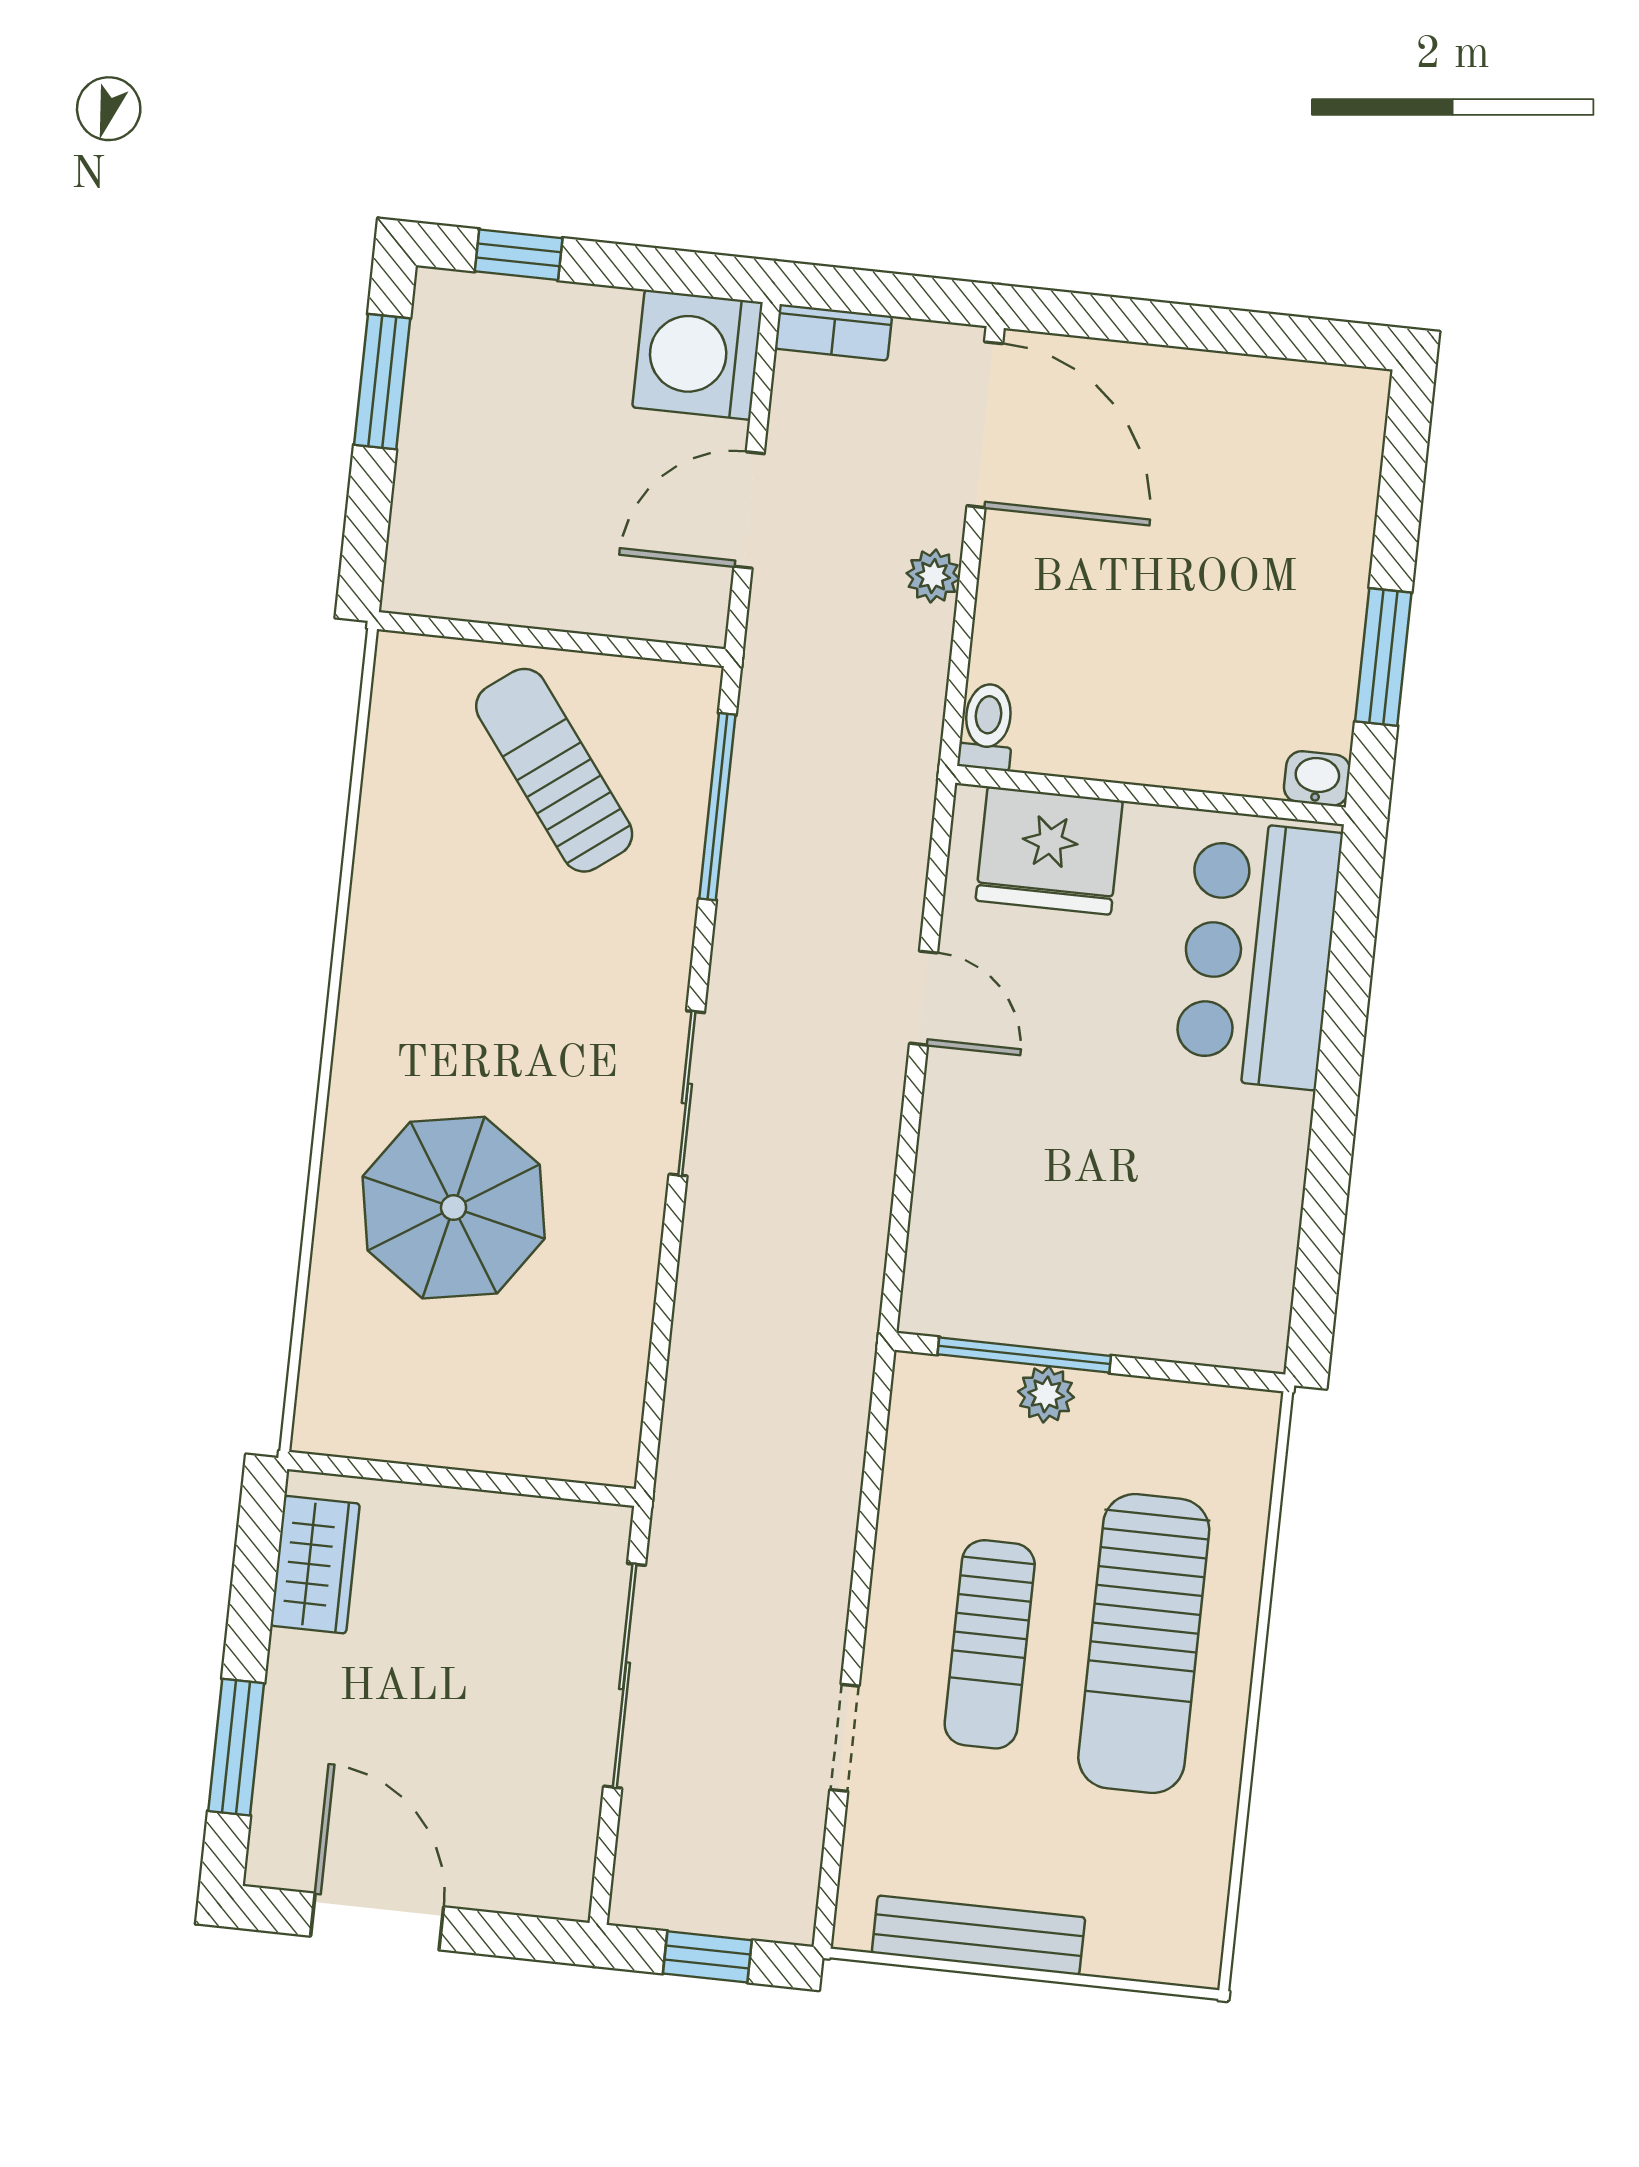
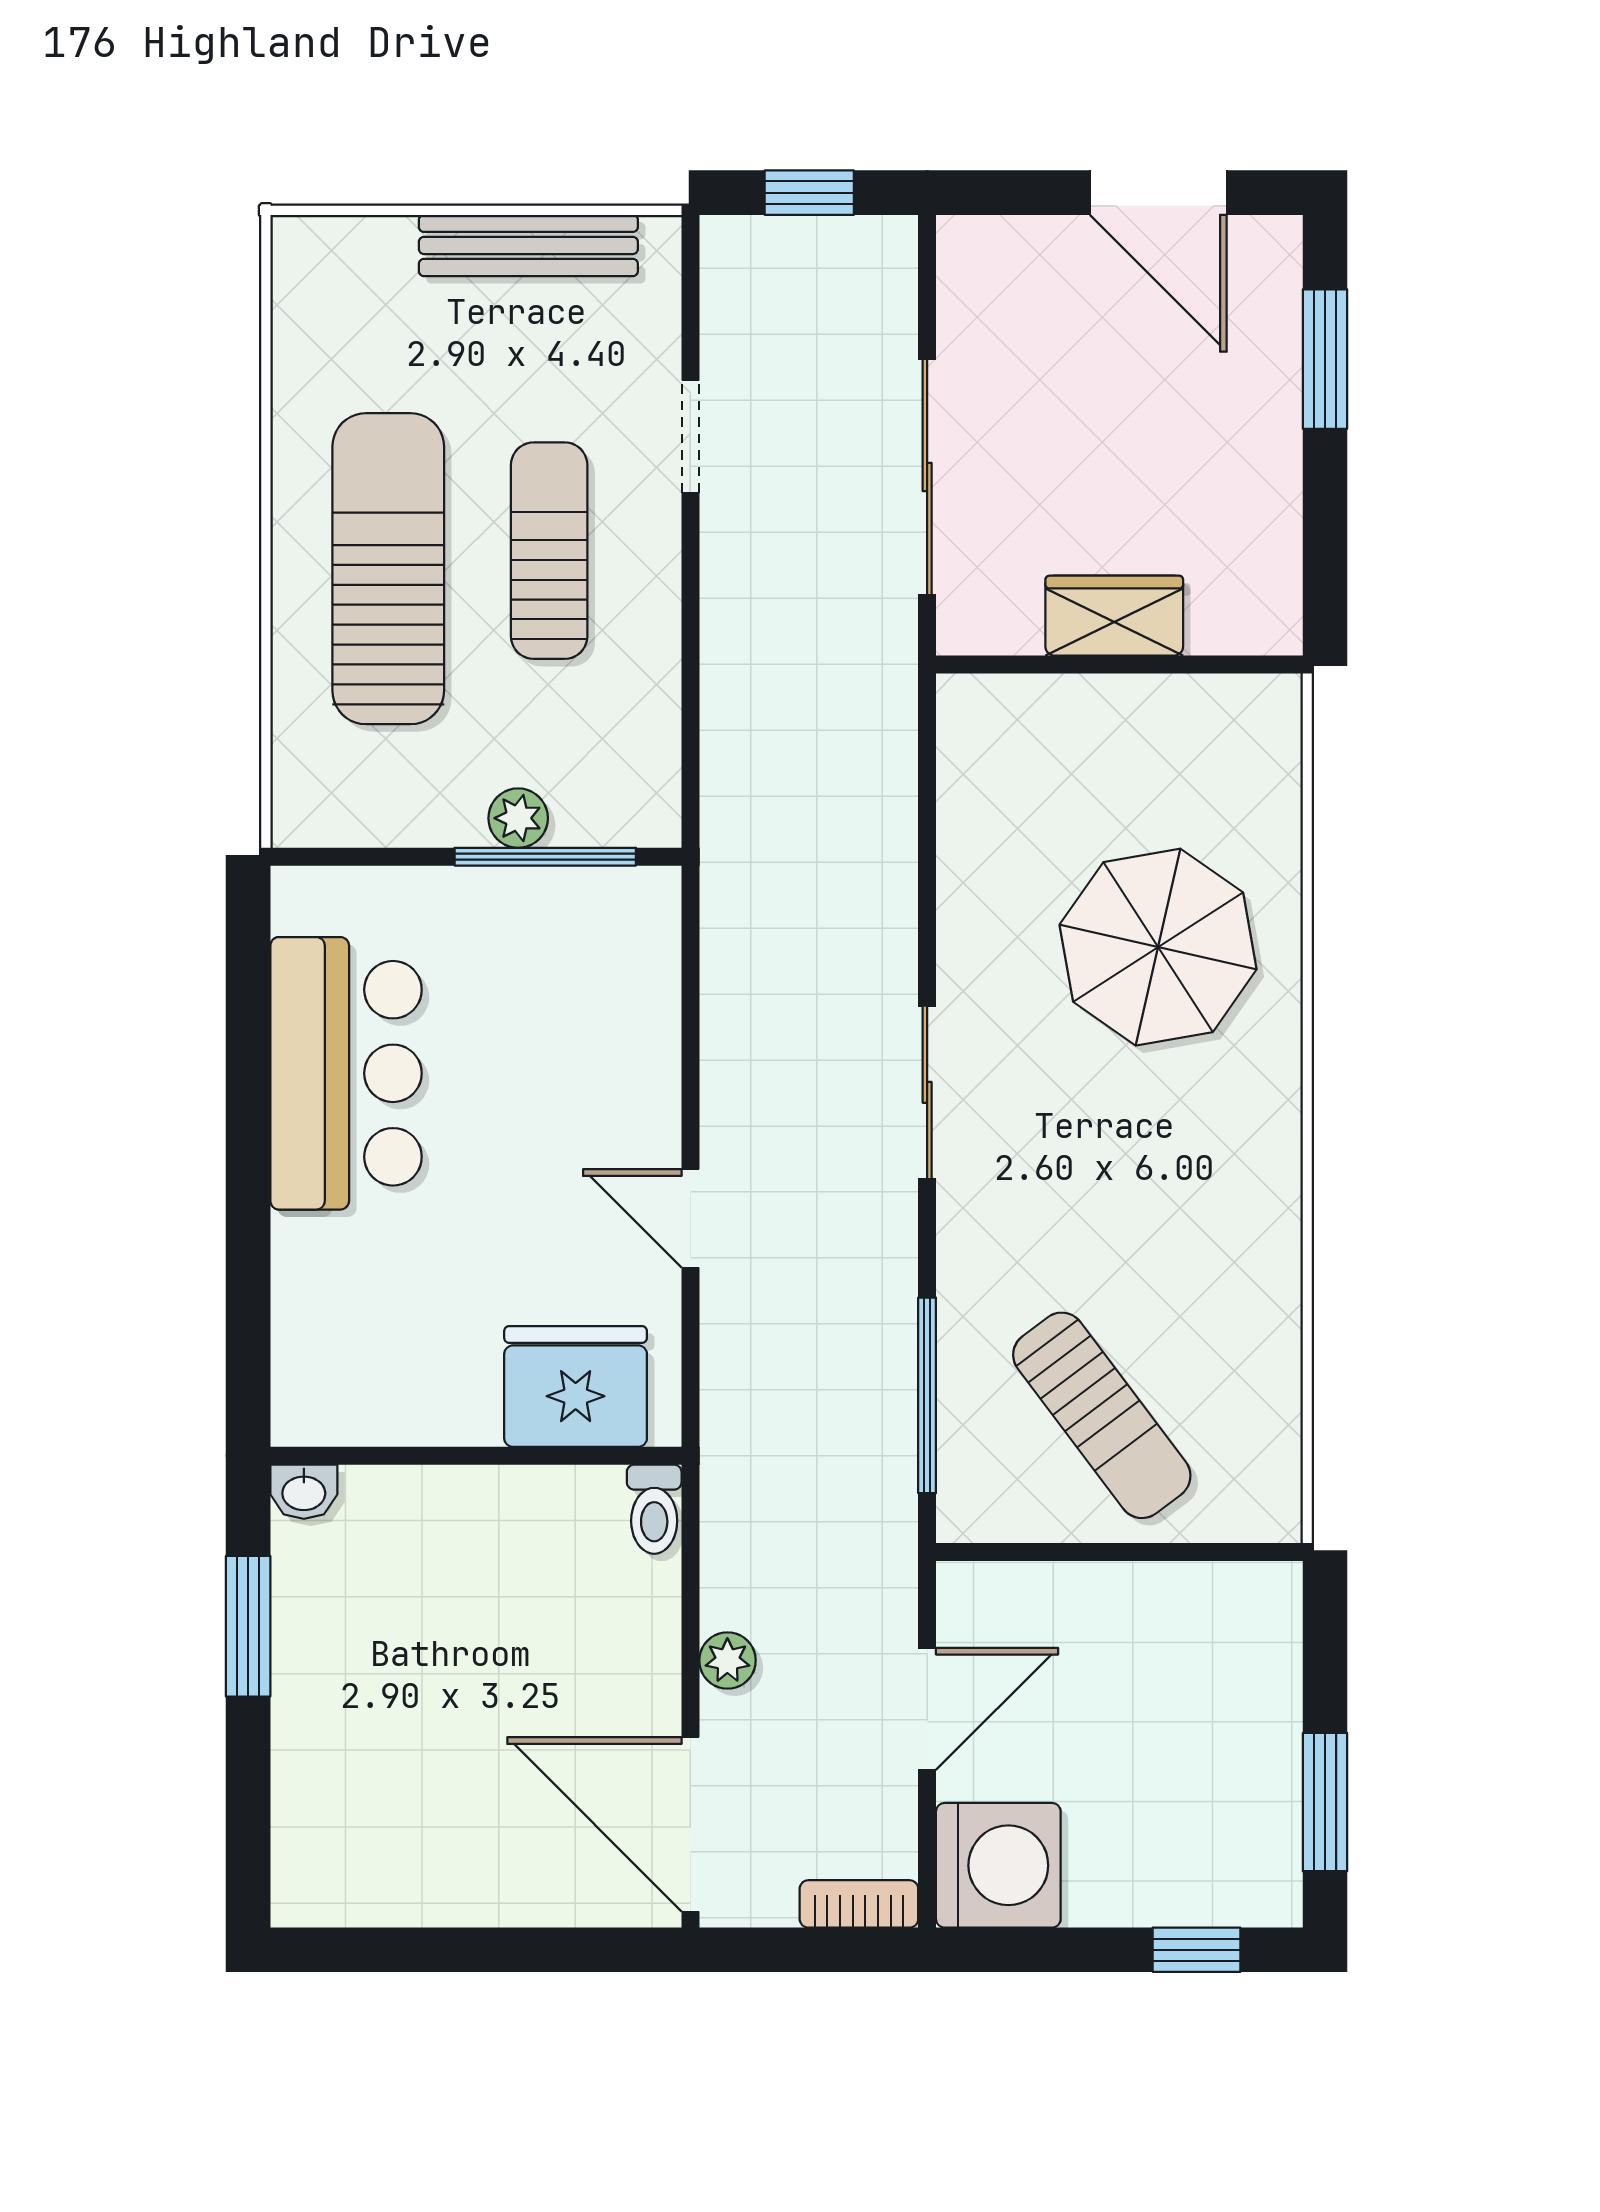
bar counter: (1258, 954) -> (346, 1073), moved
wardrobe: (315, 1565) -> (1114, 616), moved, turned 90

